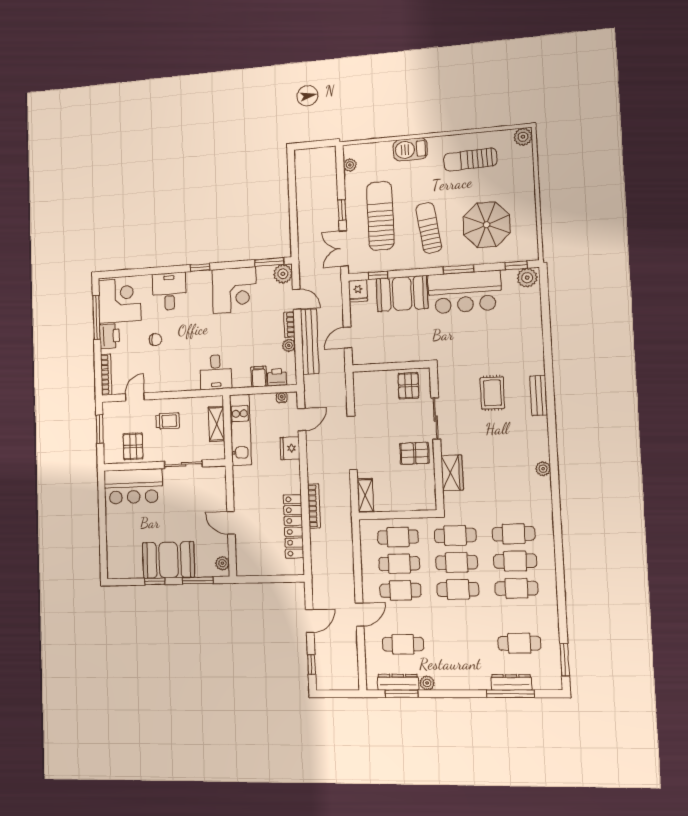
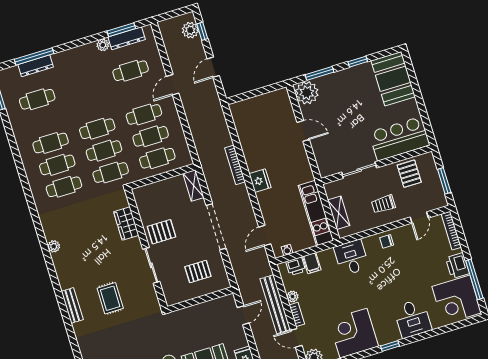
chair: (155, 340) -> (387, 241), moved
pallet: (408, 386) -> (198, 272), moved, turned 90
fridge: (290, 448) -> (260, 181), moved
locker: (294, 526) -> (248, 143), removed
booth: (169, 560) -> (393, 79), moved, turned 90
plant: (222, 563) -> (307, 93), width x1.87, depth x1.87
plant: (324, 670) -> (190, 30), added

